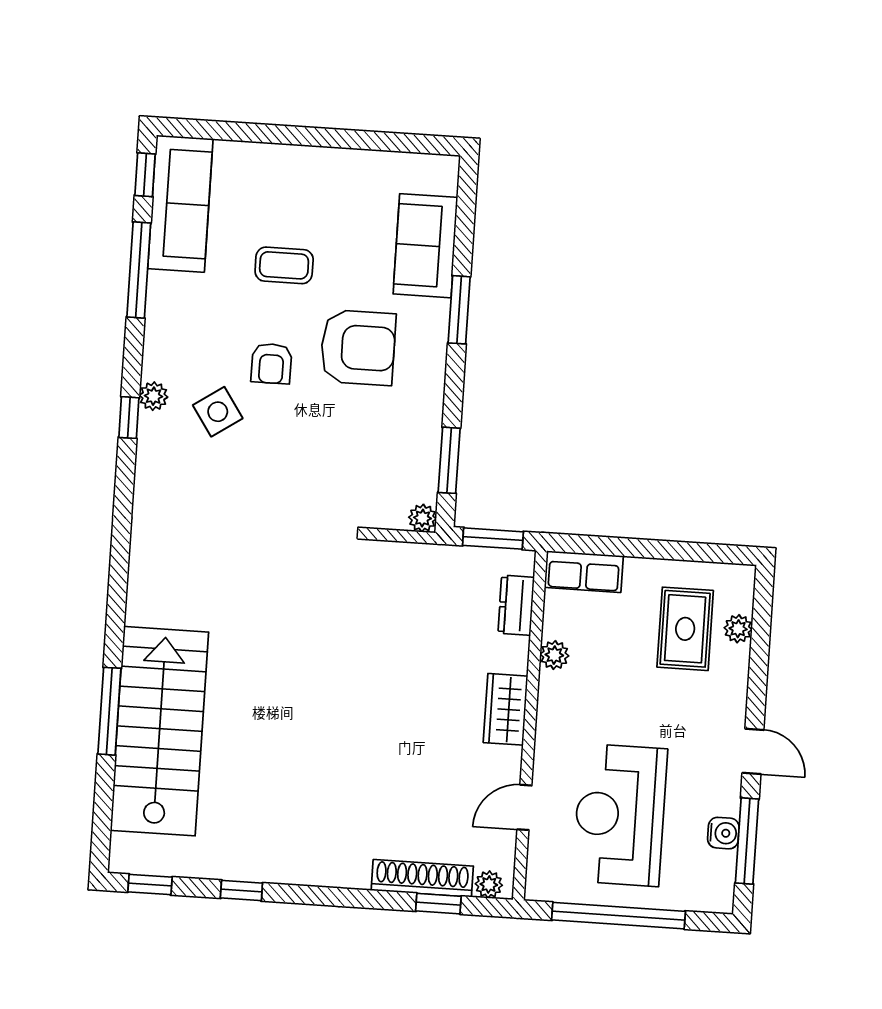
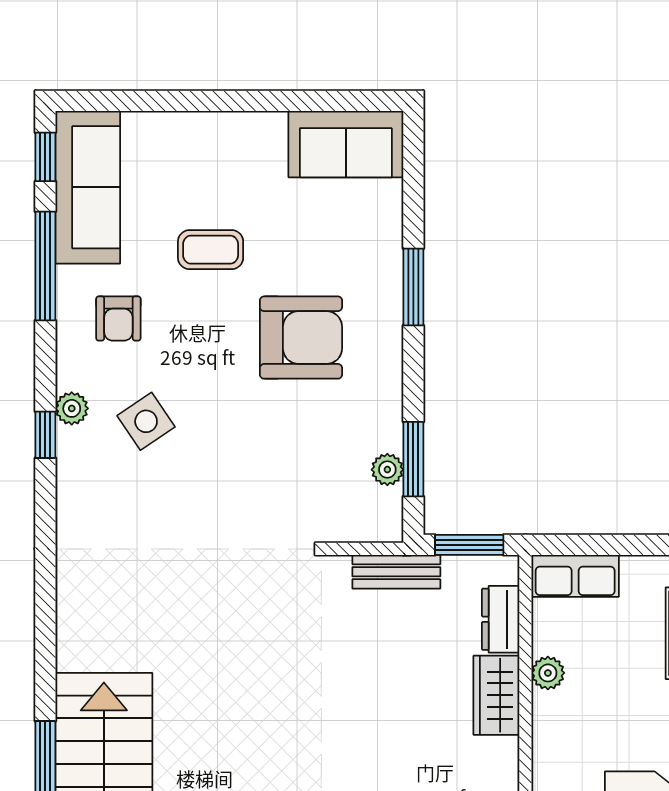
sofa: (425, 246) -> (346, 144), moved, turned -90
armchair: (271, 364) -> (118, 318), moved
plant: (423, 518) -> (387, 470), moved
bench: (428, 558) -> (396, 572), added
wardrobe: (506, 709) -> (496, 695), moved

